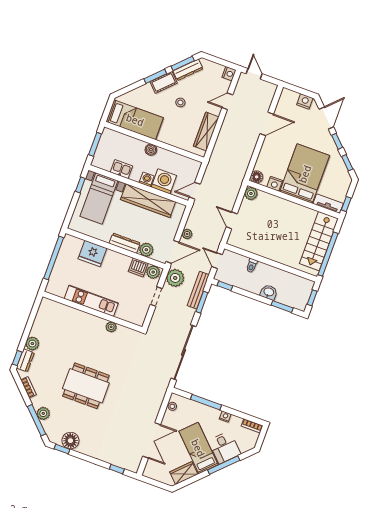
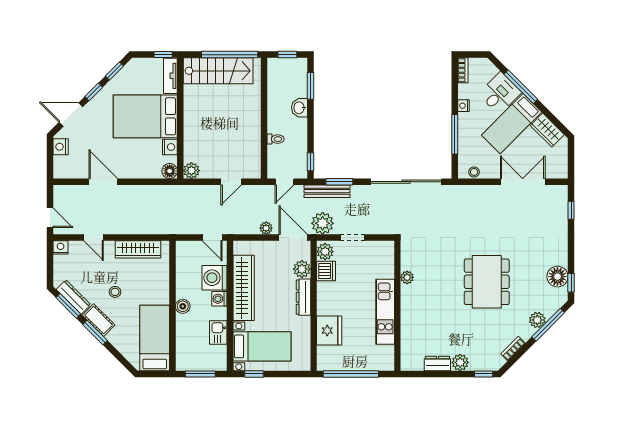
door: (254, 74) -> (50, 218), swing flipped
dresser: (25, 360) -> (437, 364), moved

